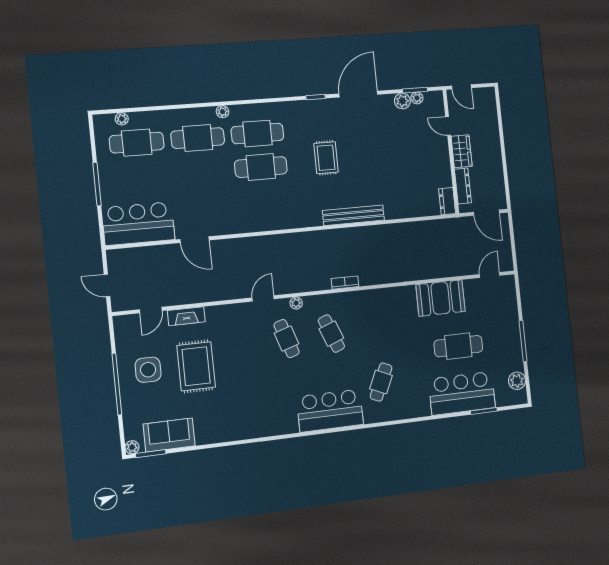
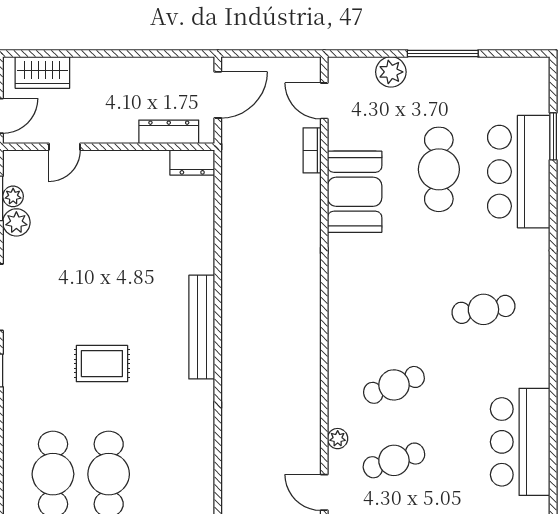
wardrobe: (462, 151) -> (42, 73), moved, turned 180
bookcase: (345, 283) -> (312, 150), moved
plant: (517, 381) -> (391, 72), moved
cafe table: (381, 382) -> (483, 309), turned -33
bar counter: (330, 411) -> (520, 442), moved

